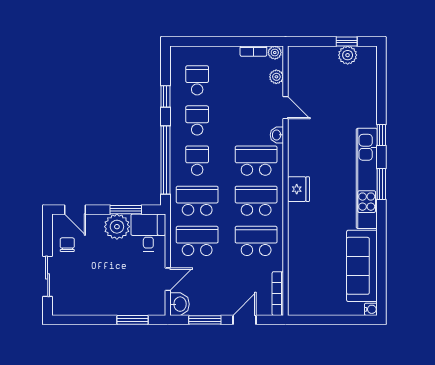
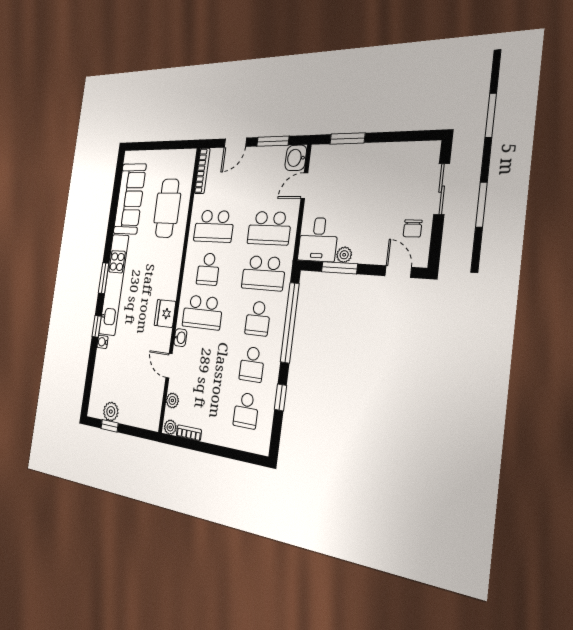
fridge: (298, 189) -> (165, 313), moved
school desk: (256, 201) -> (208, 269), width x0.54
plant: (117, 227) -> (344, 255), width x0.53, depth x0.53
cafe table: (313, 257) -> (167, 208), added
water cooler: (371, 309) -> (102, 342), moved

